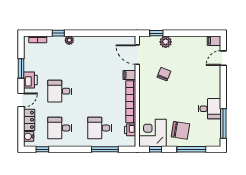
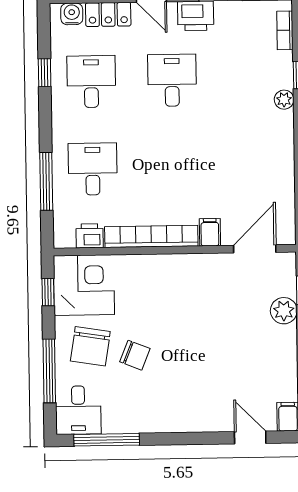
chair: (164, 74) -> (135, 355), moved
desk: (210, 109) -> (78, 410), moved
window: (42, 149) -> (45, 73), moved

